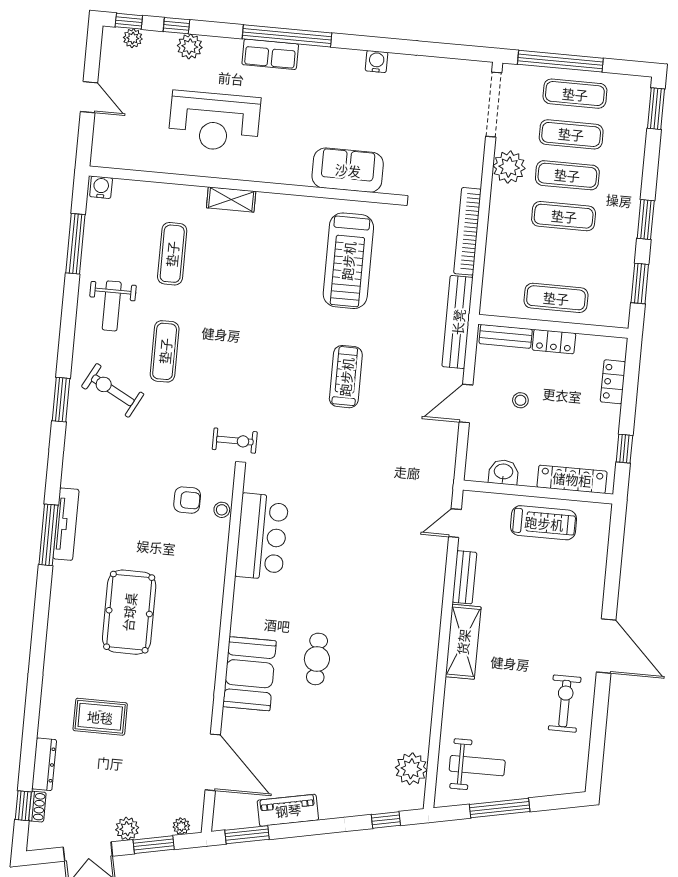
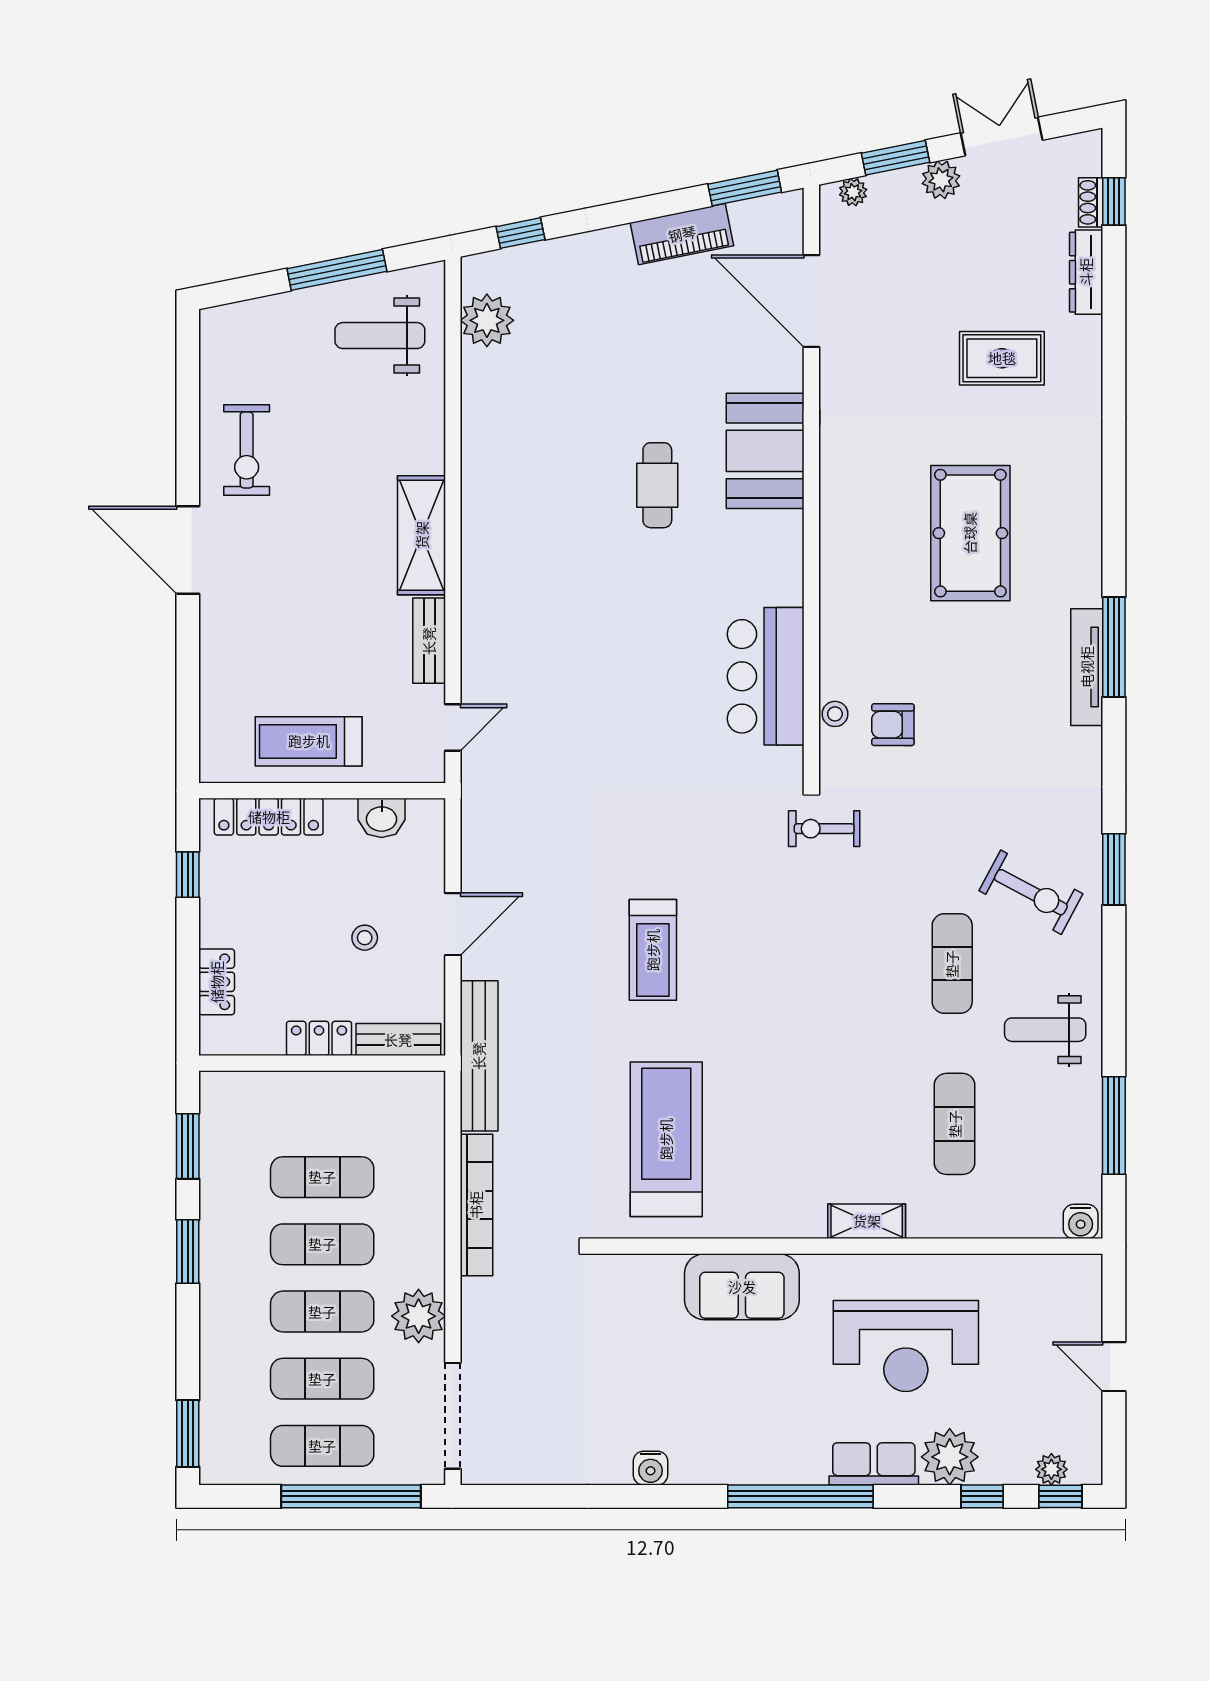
plant: (190, 46) -> (950, 1457), width x1.36, depth x1.36
row of seats: (270, 54) -> (874, 1464), moved
reception desk: (214, 121) -> (906, 1346), turned 180
sofa: (348, 170) -> (742, 1287), moved
exercise mat: (556, 298) -> (322, 1177), moved
weight bench: (112, 306) -> (1045, 1030), turned -90

